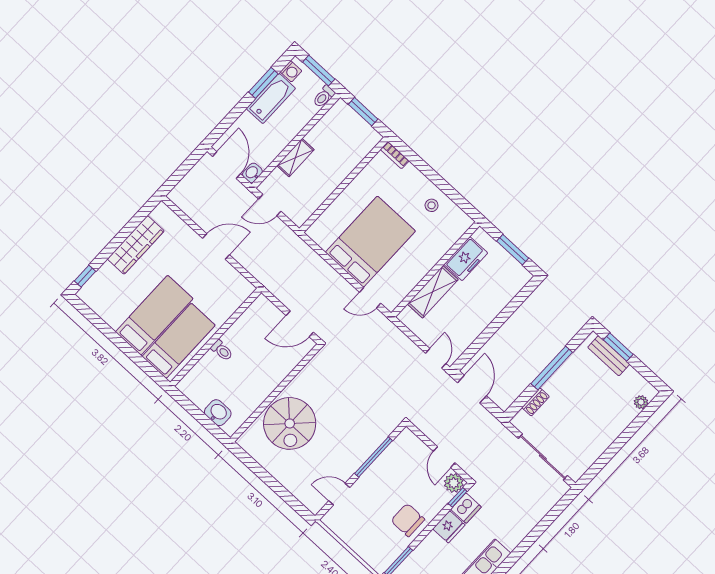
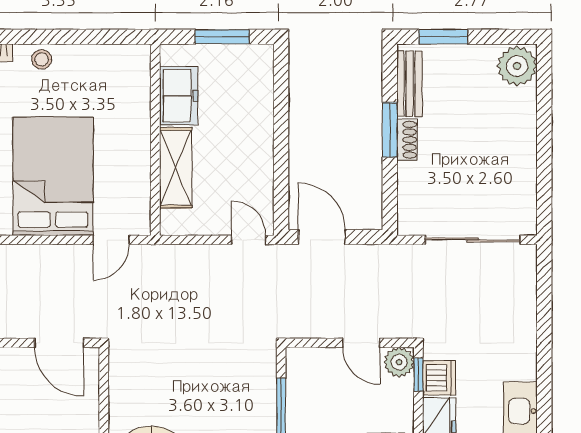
stool: (432, 205) -> (42, 59), moved
door: (300, 324) -> (59, 343), hinge flipped
bench: (609, 356) -> (410, 84), moved, turned 90
window: (552, 368) -> (390, 130), width x0.69
shoe rack: (536, 402) -> (407, 140), moved
plant: (641, 402) -> (517, 66), width x1.88, depth x1.88

